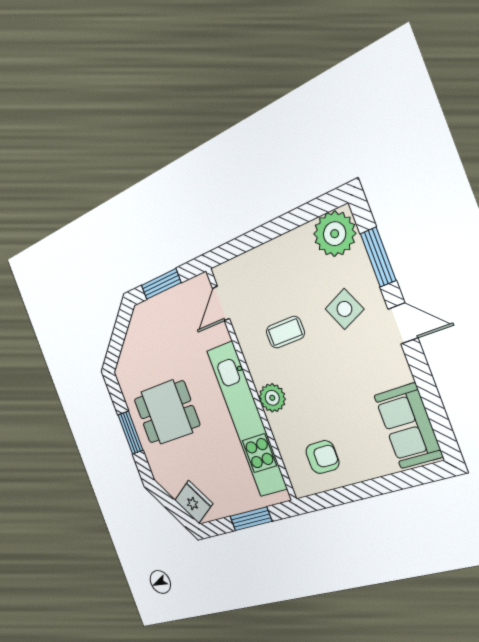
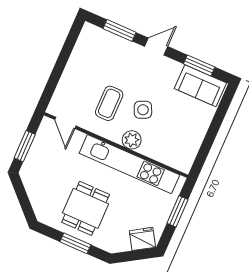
plant: (335, 234) -> (91, 39), removed
side table: (344, 309) -> (143, 110), moved
coffee table: (285, 332) -> (109, 103), width x1.36, depth x1.30
window: (432, 402) -> (199, 65), added
armchair: (322, 457) -> (180, 141), removed

